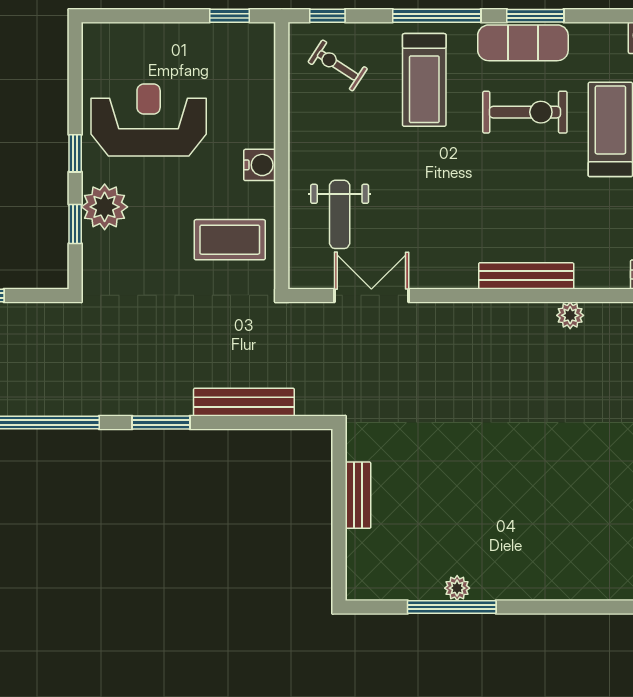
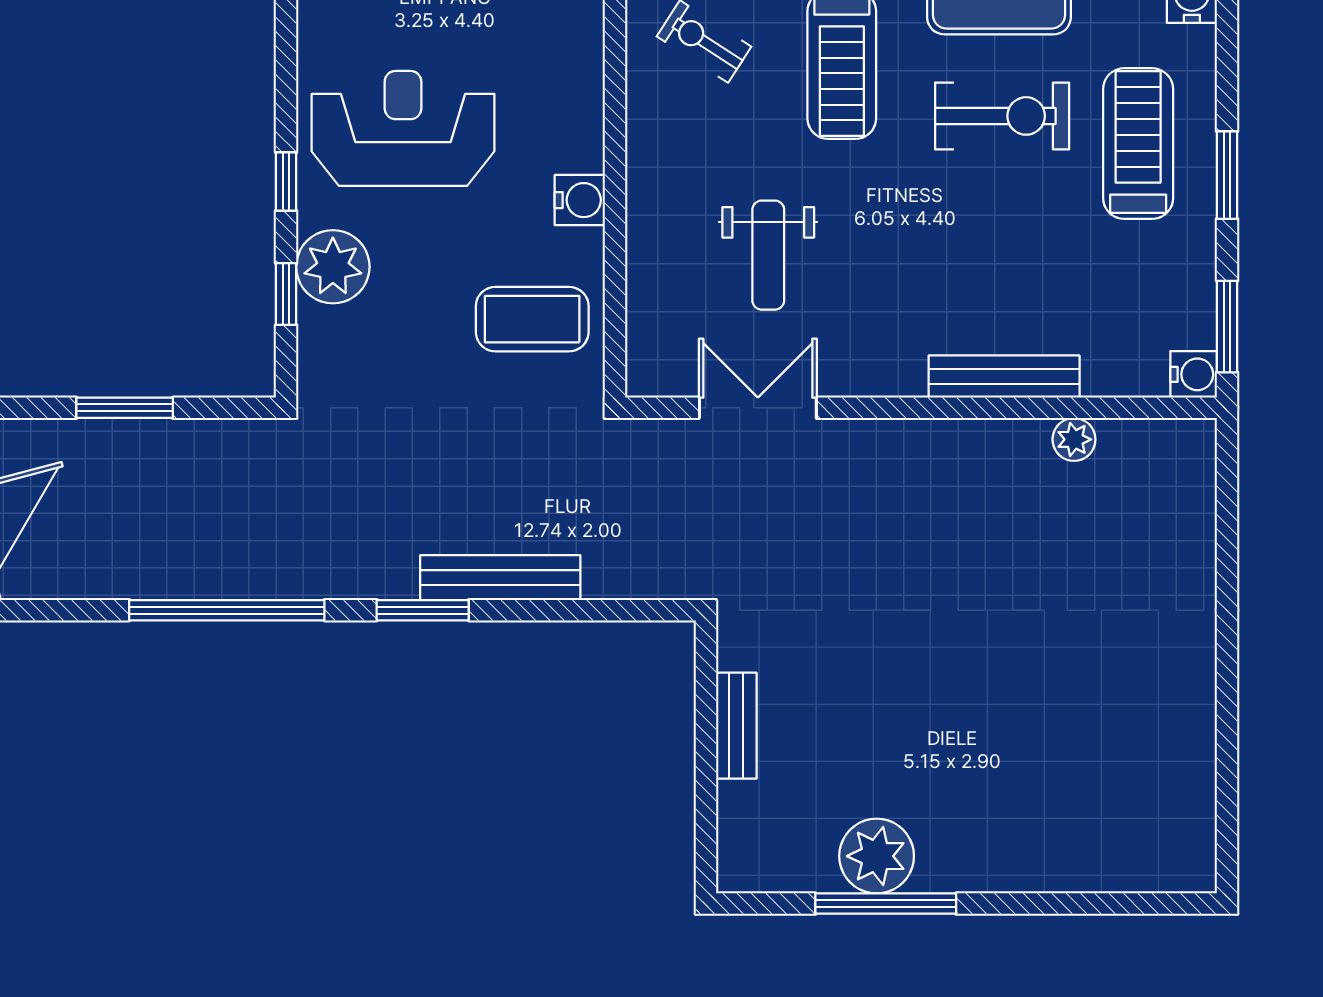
weight bench: (340, 214) -> (768, 255), moved
bench: (244, 402) -> (500, 578), moved
plant: (457, 588) -> (877, 856), width x1.88, depth x1.88

